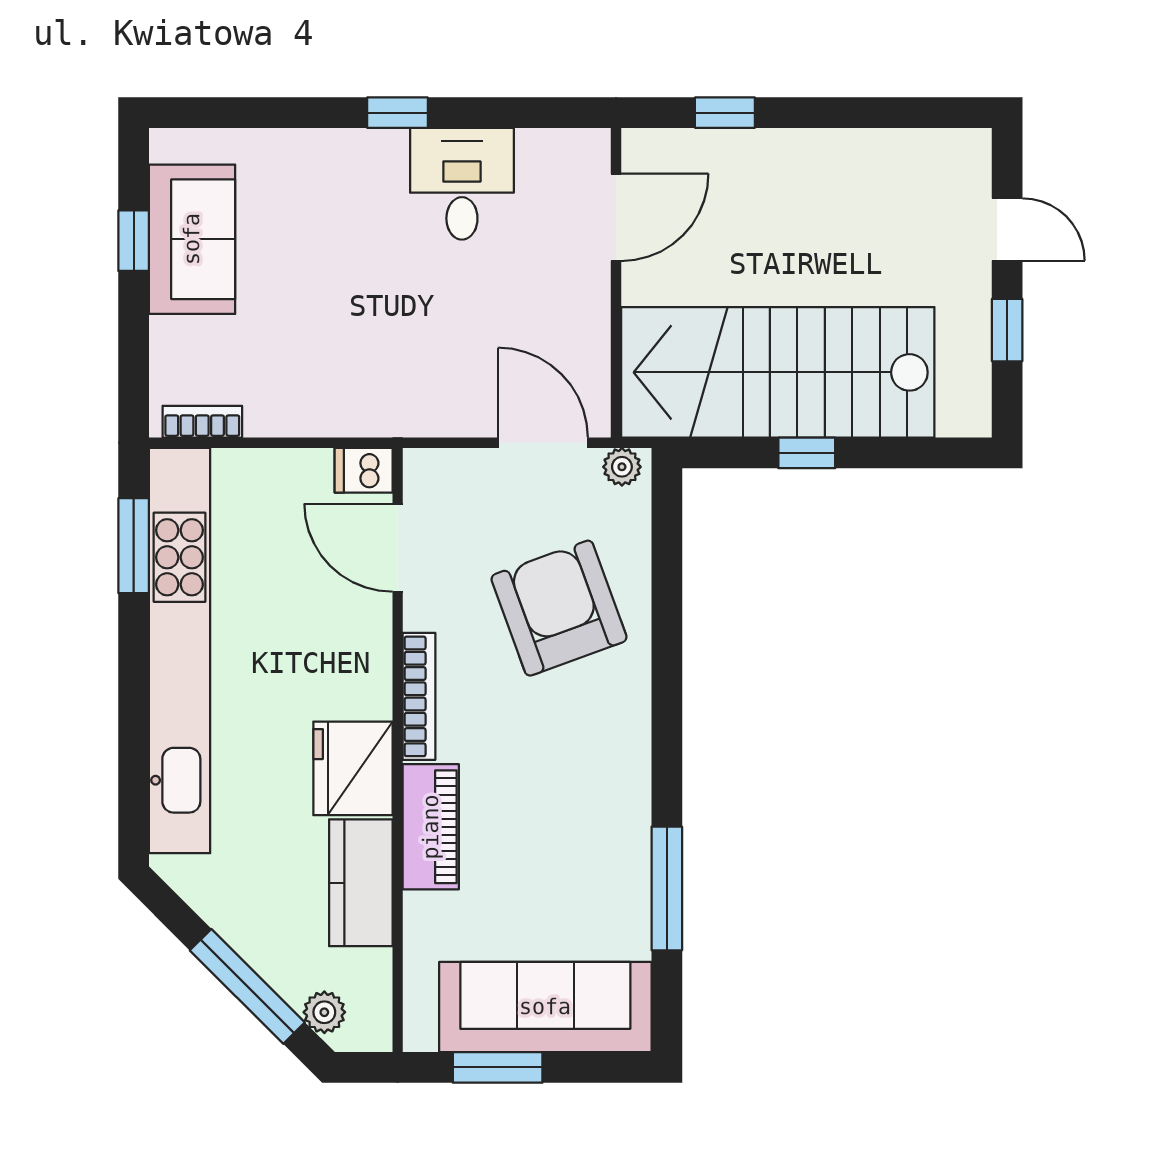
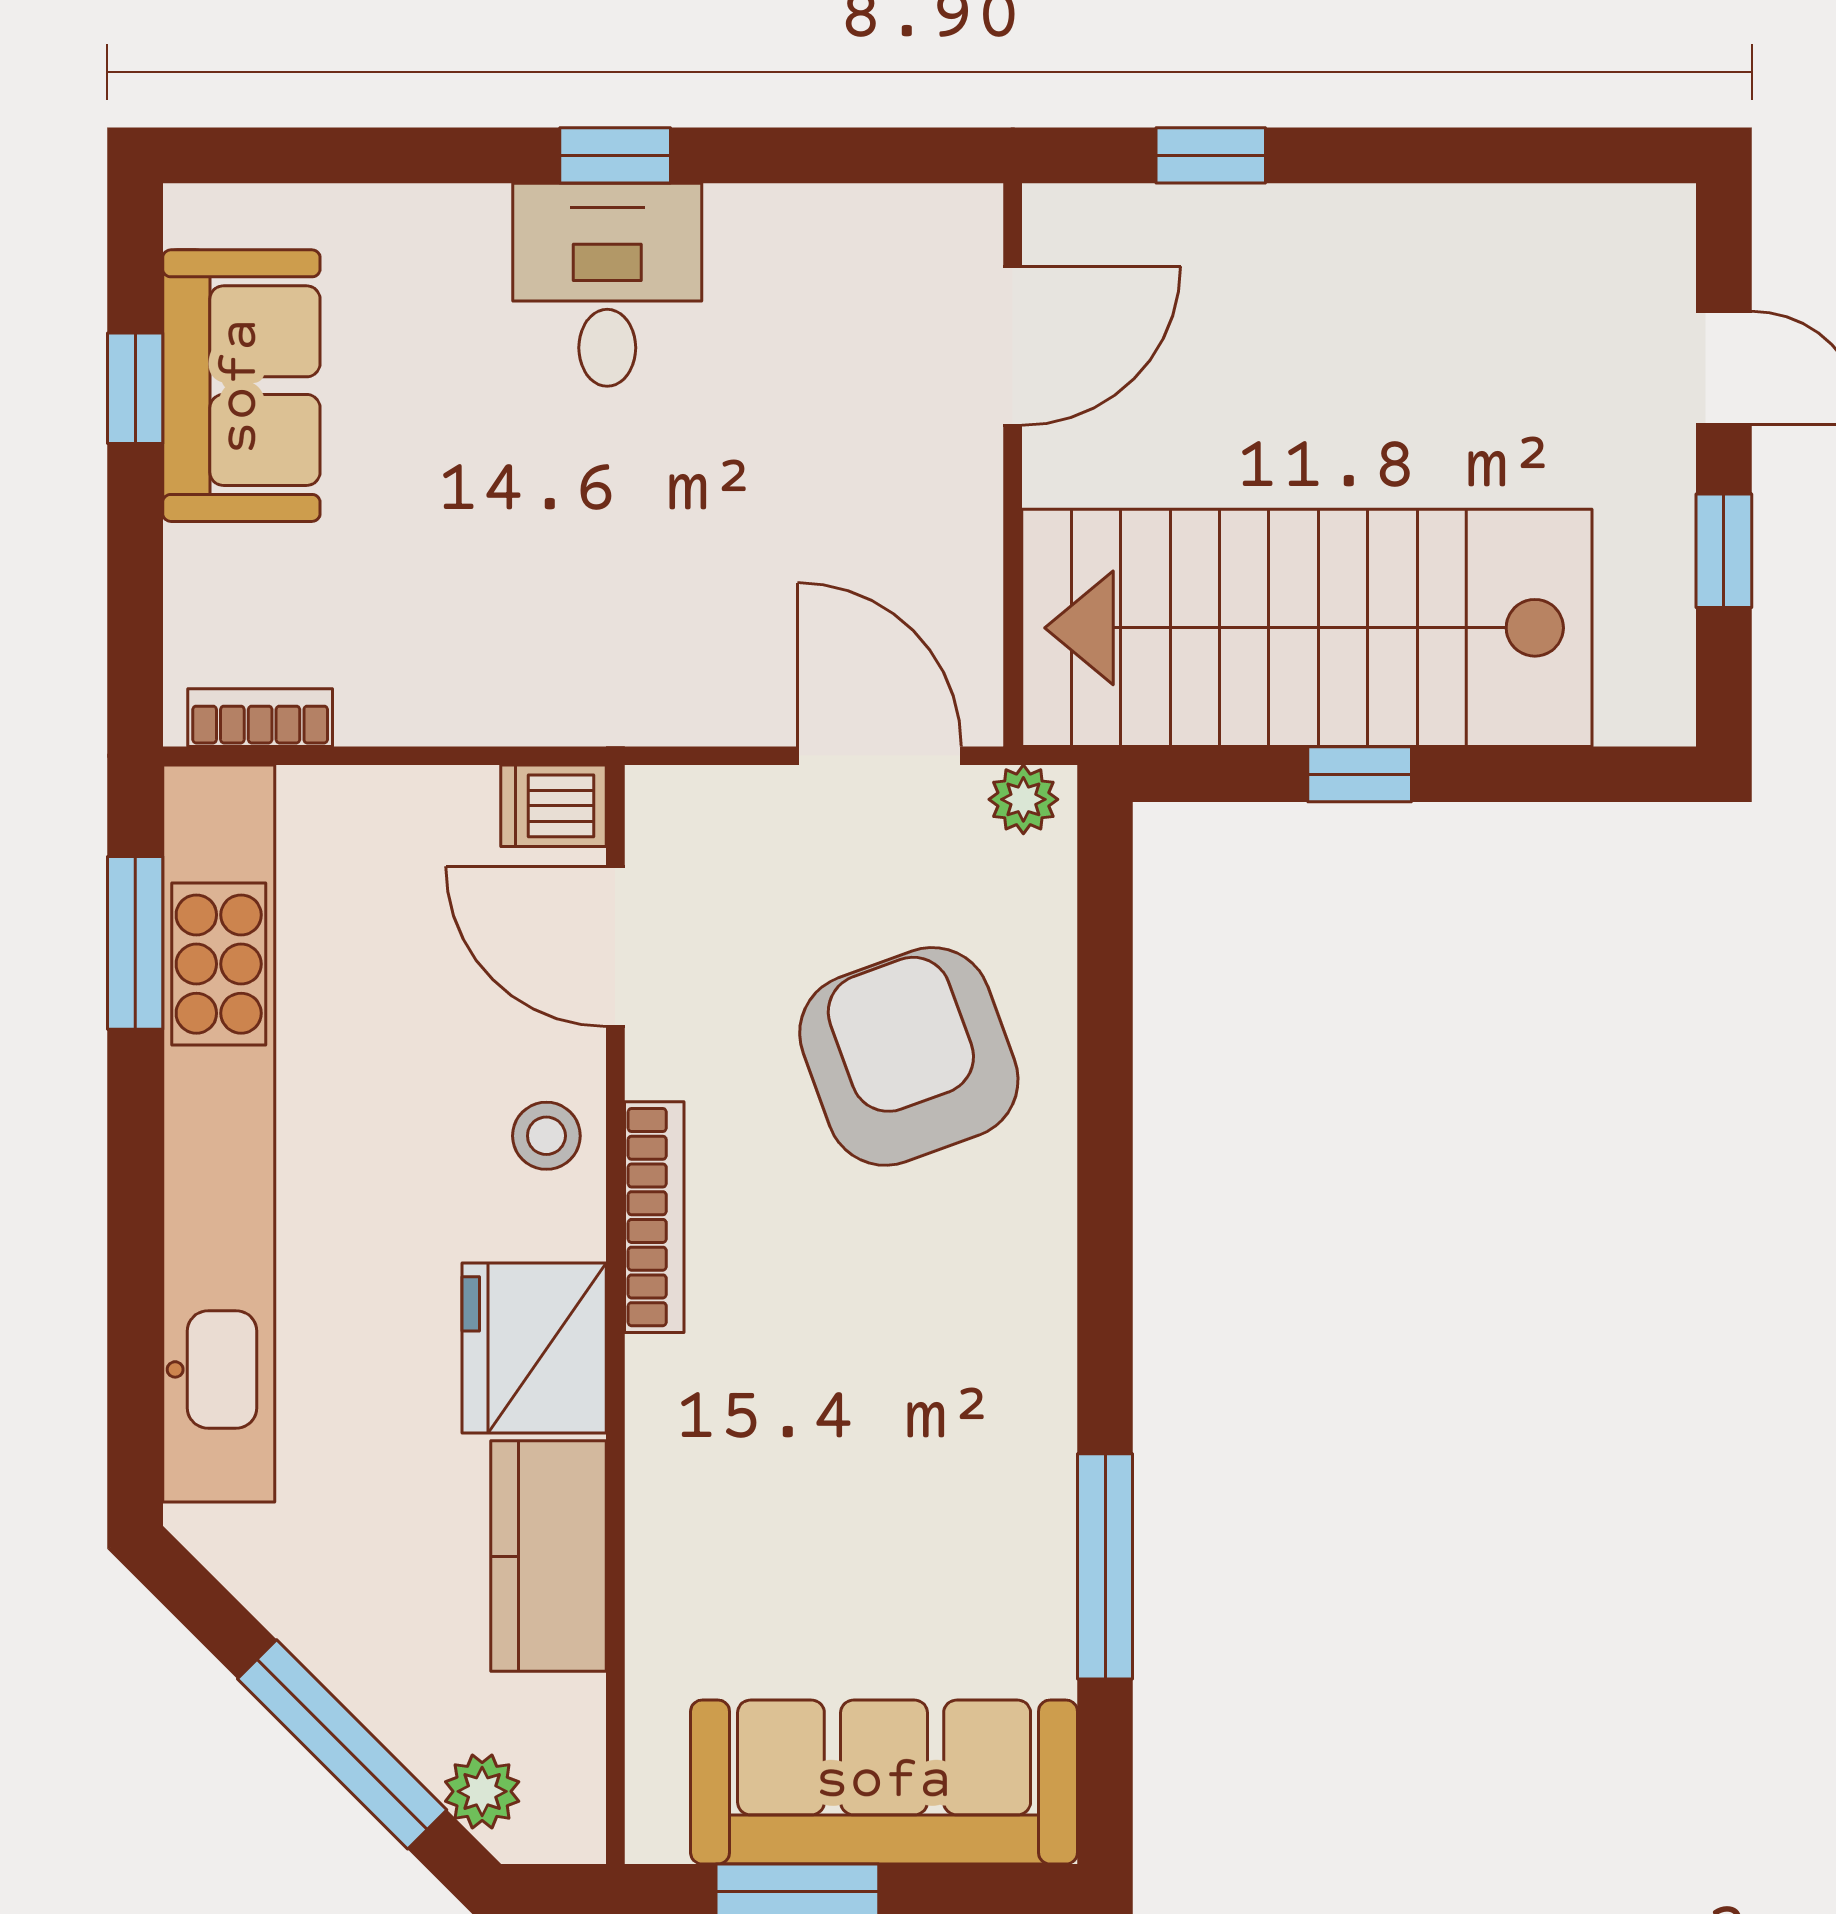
desk: (462, 184) -> (607, 285), moved
stool: (360, 652) -> (546, 1136), added
piano: (431, 827) -> (676, 1454), removed

